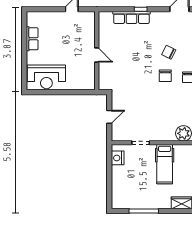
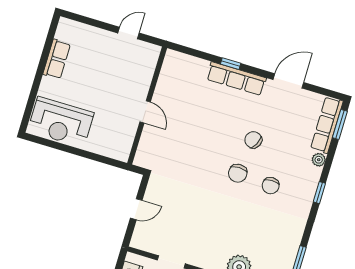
row of seats: (131, 18) -> (236, 79), moved

